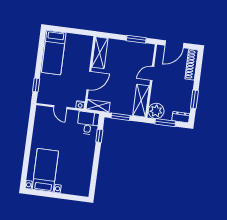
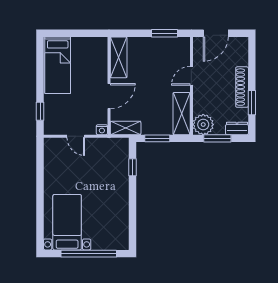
shoe rack: (192, 65) -> (242, 87), moved
desk: (88, 123) -> (115, 152), removed
window: (58, 196) -> (89, 254), added

